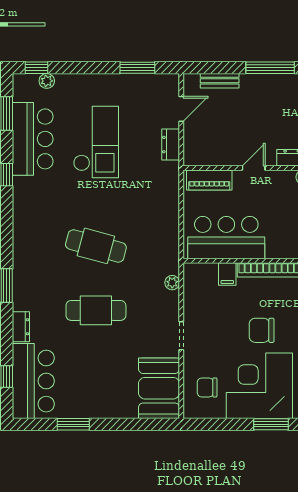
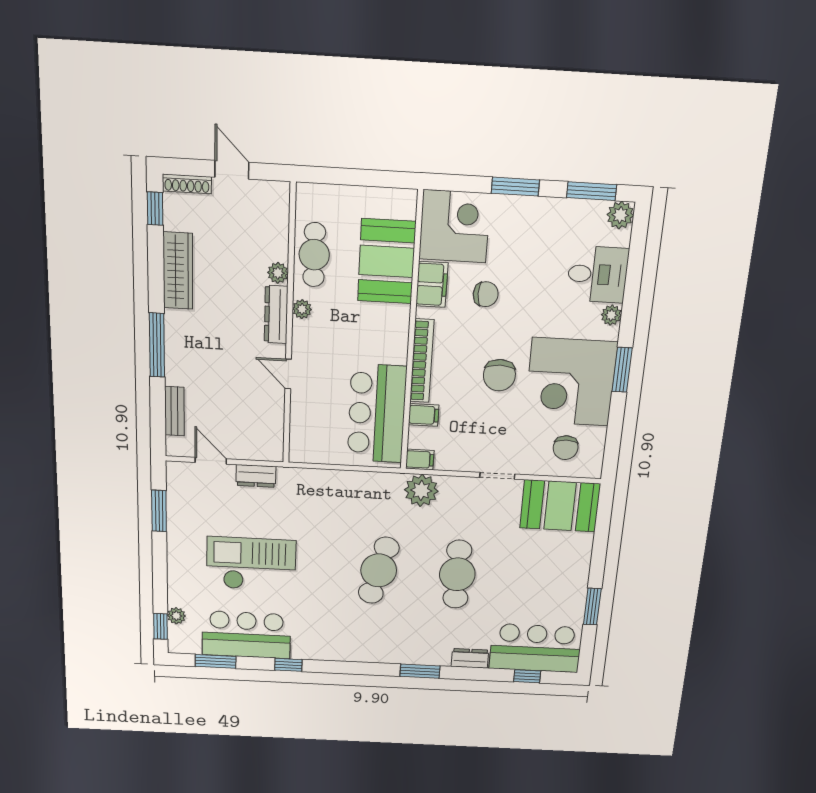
piano: (209, 180) -> (302, 431), removed
filing cabinet: (191, 273) -> (420, 460), added
plant: (172, 283) -> (421, 490), width x1.88, depth x1.88

